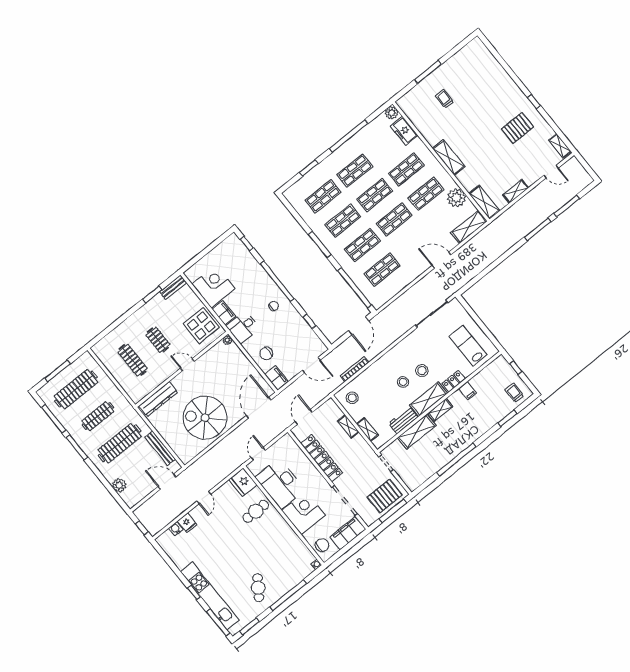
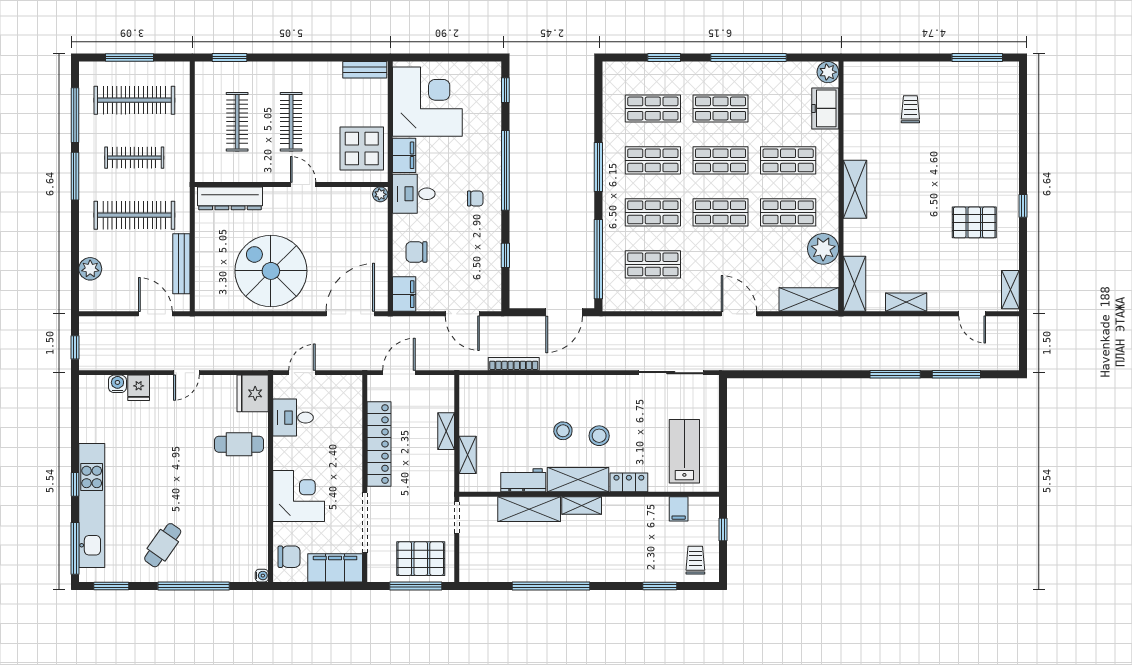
window: (428, 72) -> (977, 57), moved
corner desk: (214, 286) -> (427, 102), width x1.36, depth x1.36
window: (152, 294) -> (229, 57), moved
clothes rail: (158, 340) -> (291, 122), width x1.36
filing cabinet: (467, 391) -> (679, 509), moved
stool: (352, 398) -> (481, 398), removed
desk: (280, 484) -> (293, 418), width x0.53, depth x0.77

